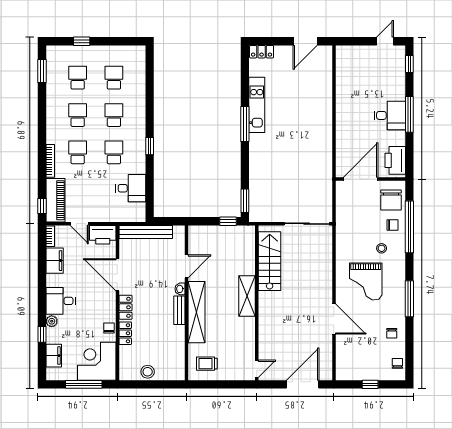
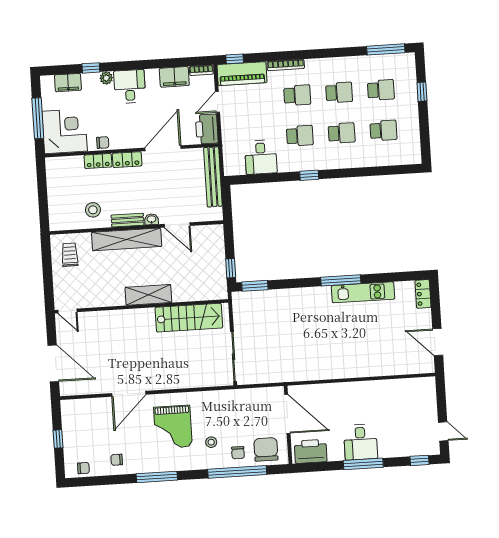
window: (42, 71) -> (386, 49), width x1.44
chair: (391, 200) -> (266, 449), turned 90
grand piano: (366, 282) -> (173, 427), turned -90
stool: (148, 372) -> (93, 210), moved

